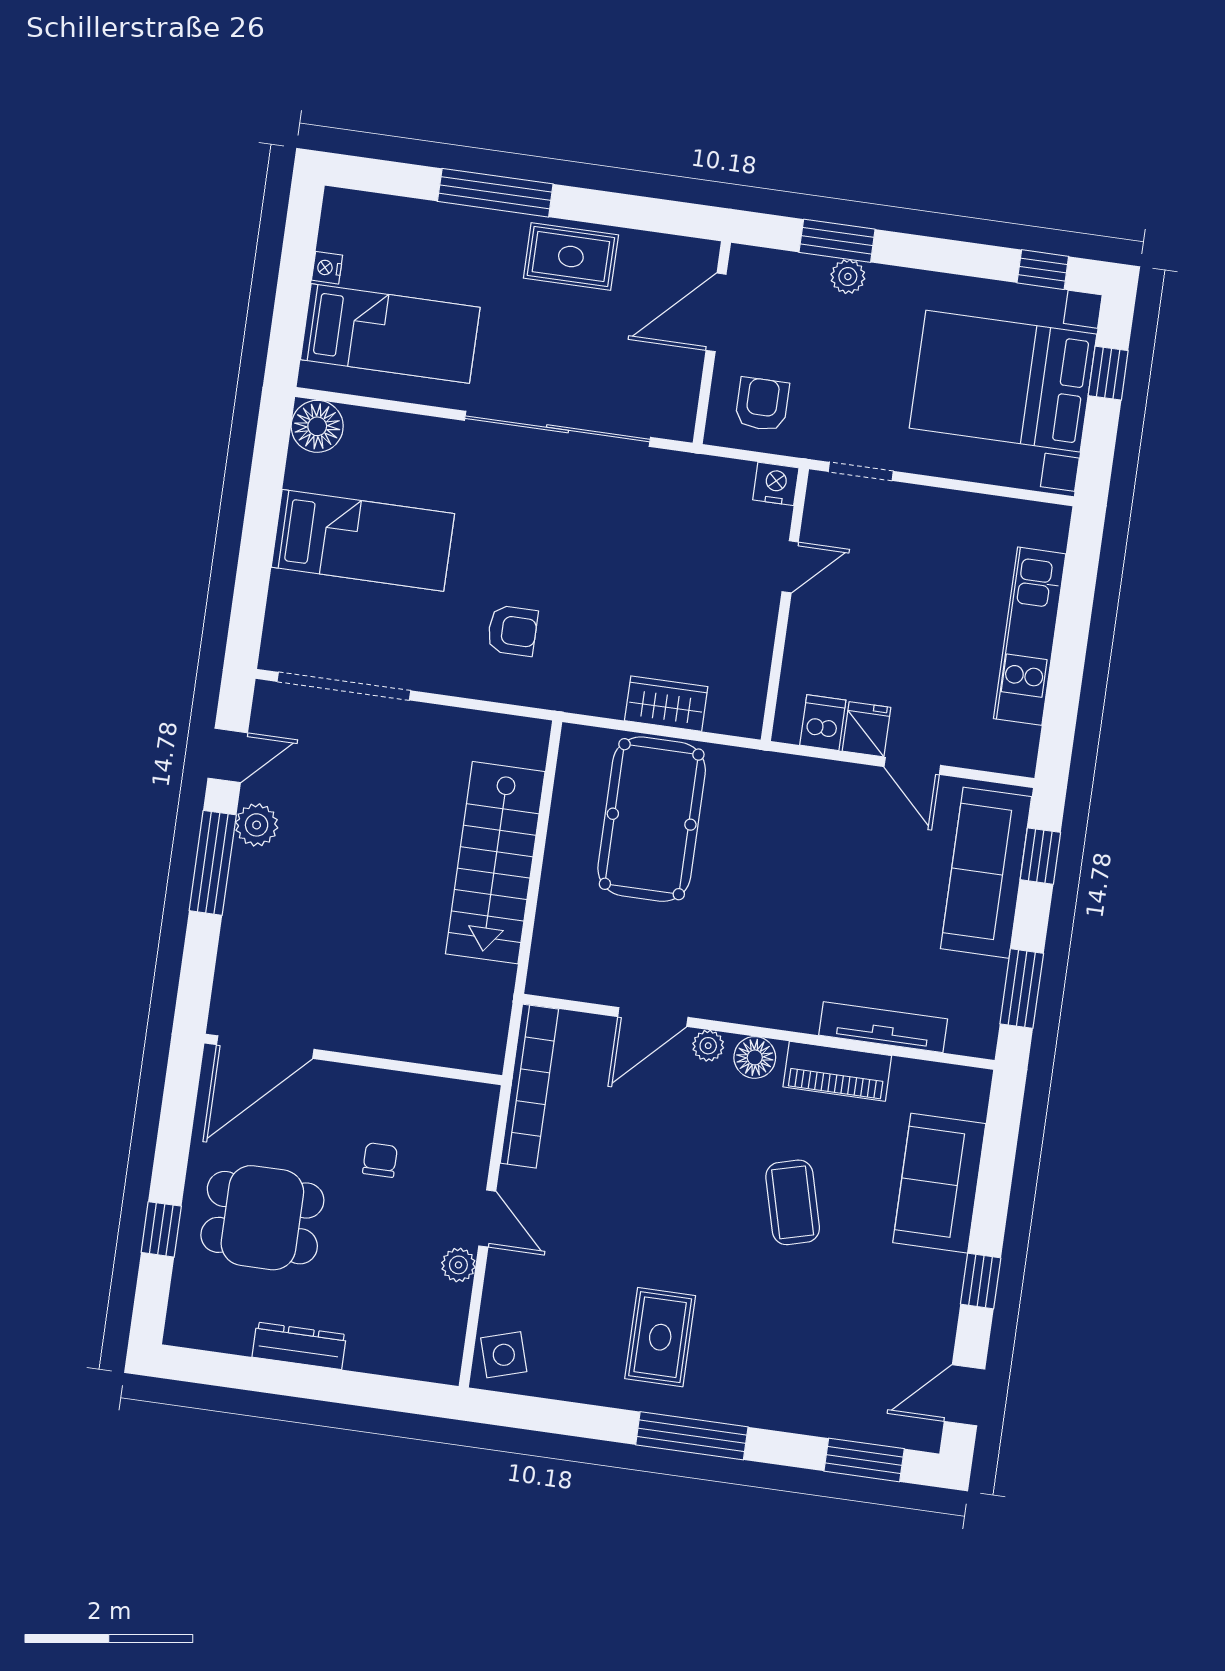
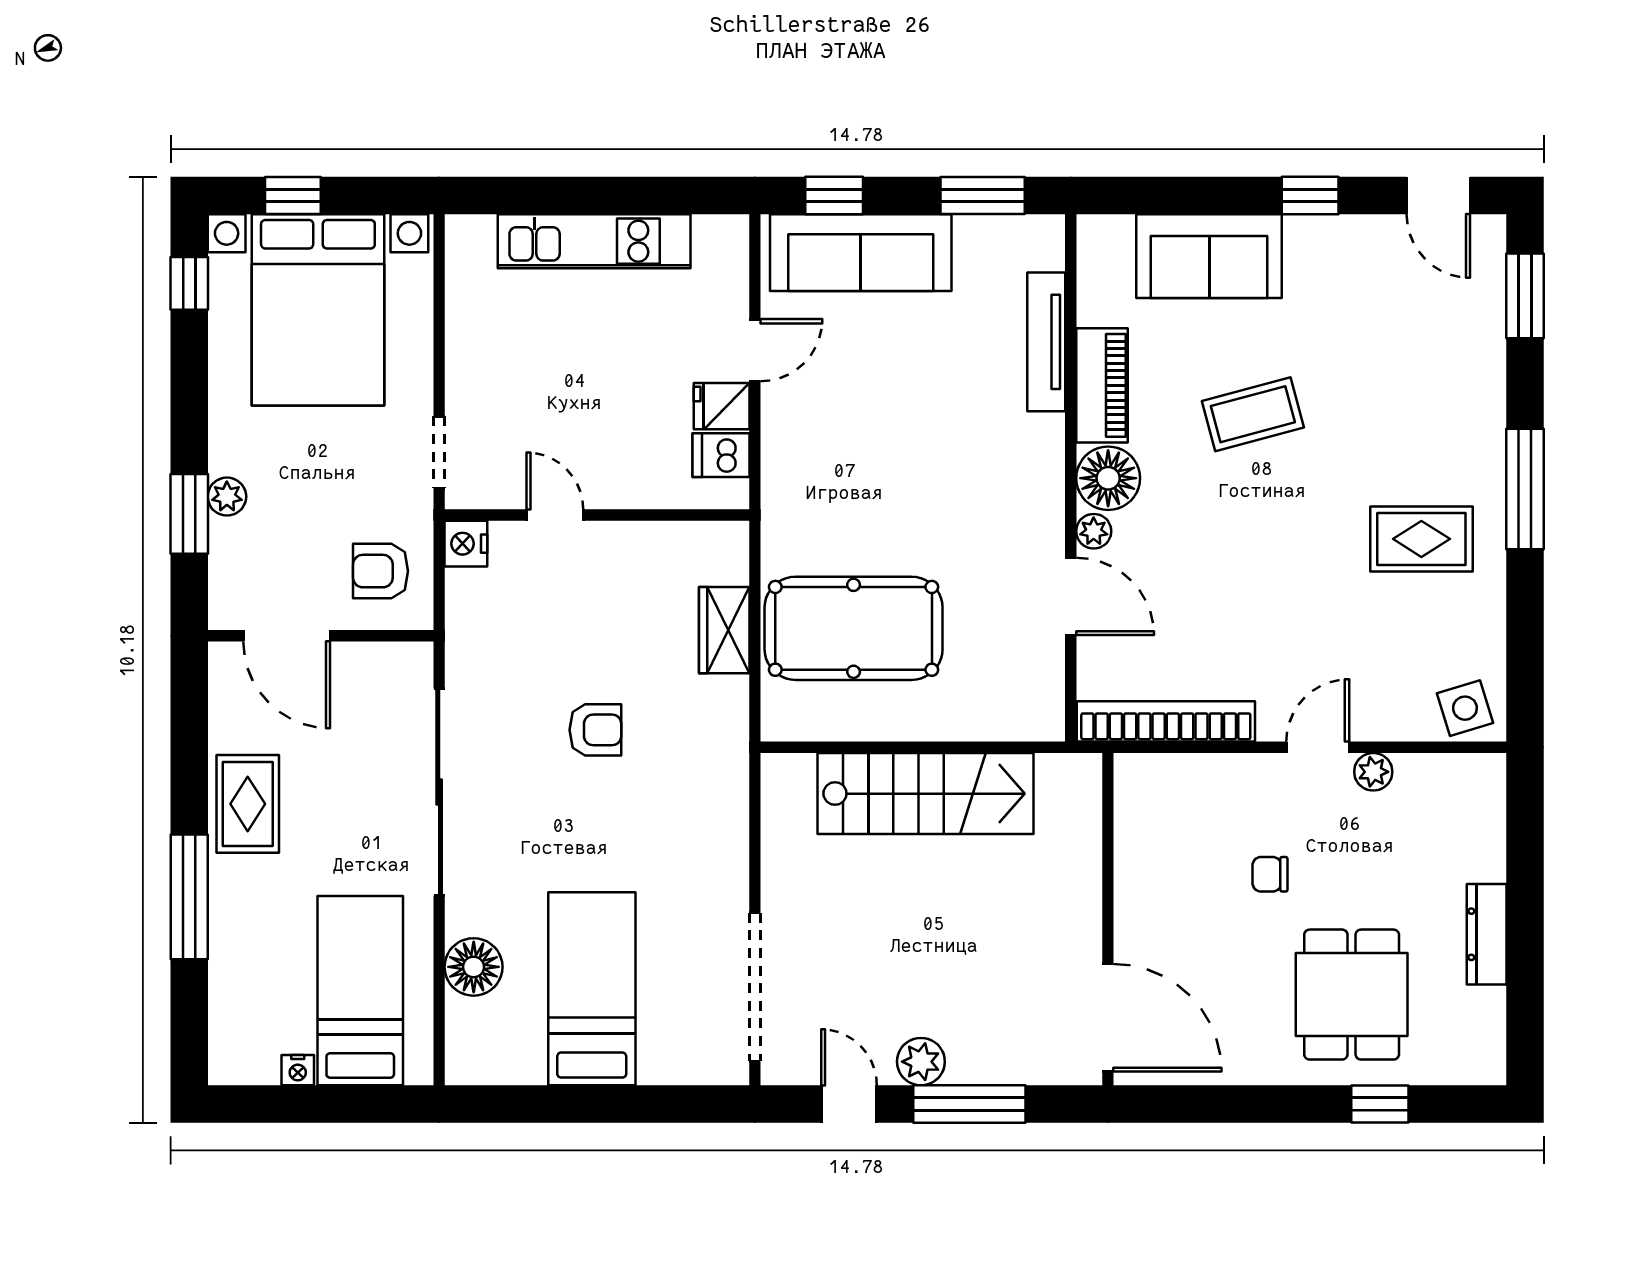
floor lamp: (317, 426) -> (474, 967), moved
armchair: (512, 631) -> (595, 730), moved, turned 90
door: (265, 1047) -> (1108, 1018), moved
floor lamp: (755, 1057) -> (1108, 478), width x1.38, depth x1.38
wall: (353, 1059) -> (1108, 919), moved

